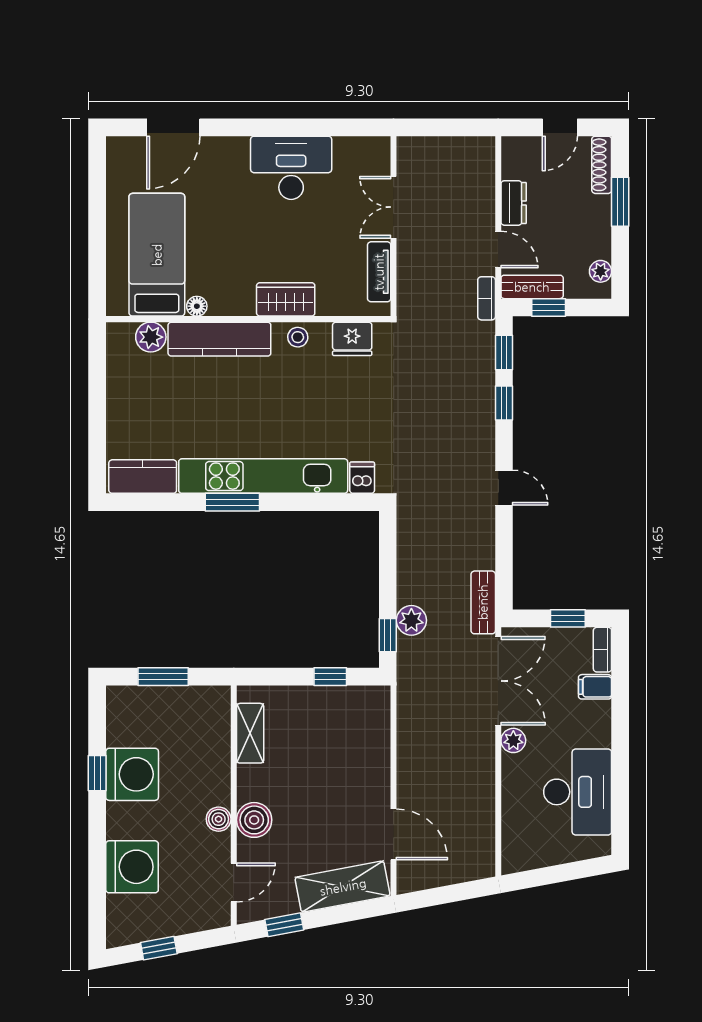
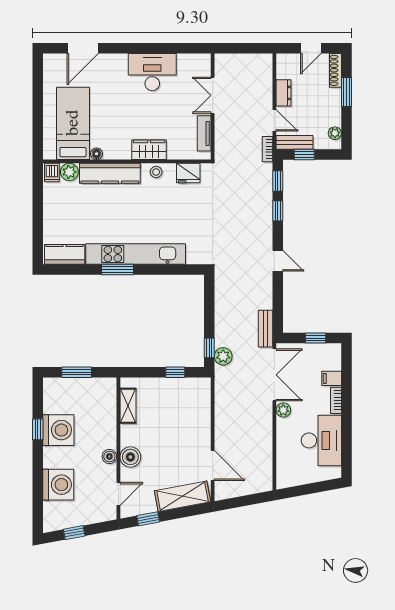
dishwasher: (362, 478) -> (52, 172), moved, turned 180
plant: (411, 620) -> (223, 356), moved
bookcase: (602, 650) -> (336, 400), moved

